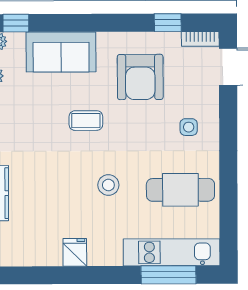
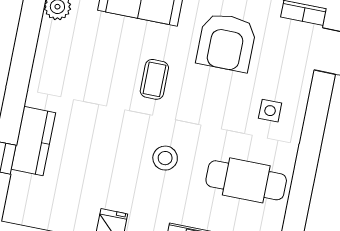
coffee table: (86, 121) -> (154, 79), turned 90

